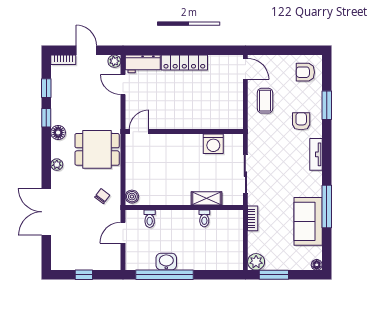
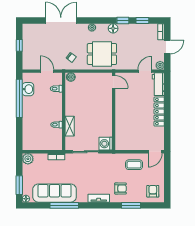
washing machine: (213, 144) -> (106, 144), moved
dining table: (97, 149) -> (102, 54), turned 90
sofa: (308, 221) -> (55, 193), width x1.36
washbasin: (166, 262) -> (28, 89), moved
window: (274, 275) -> (19, 185), moved

